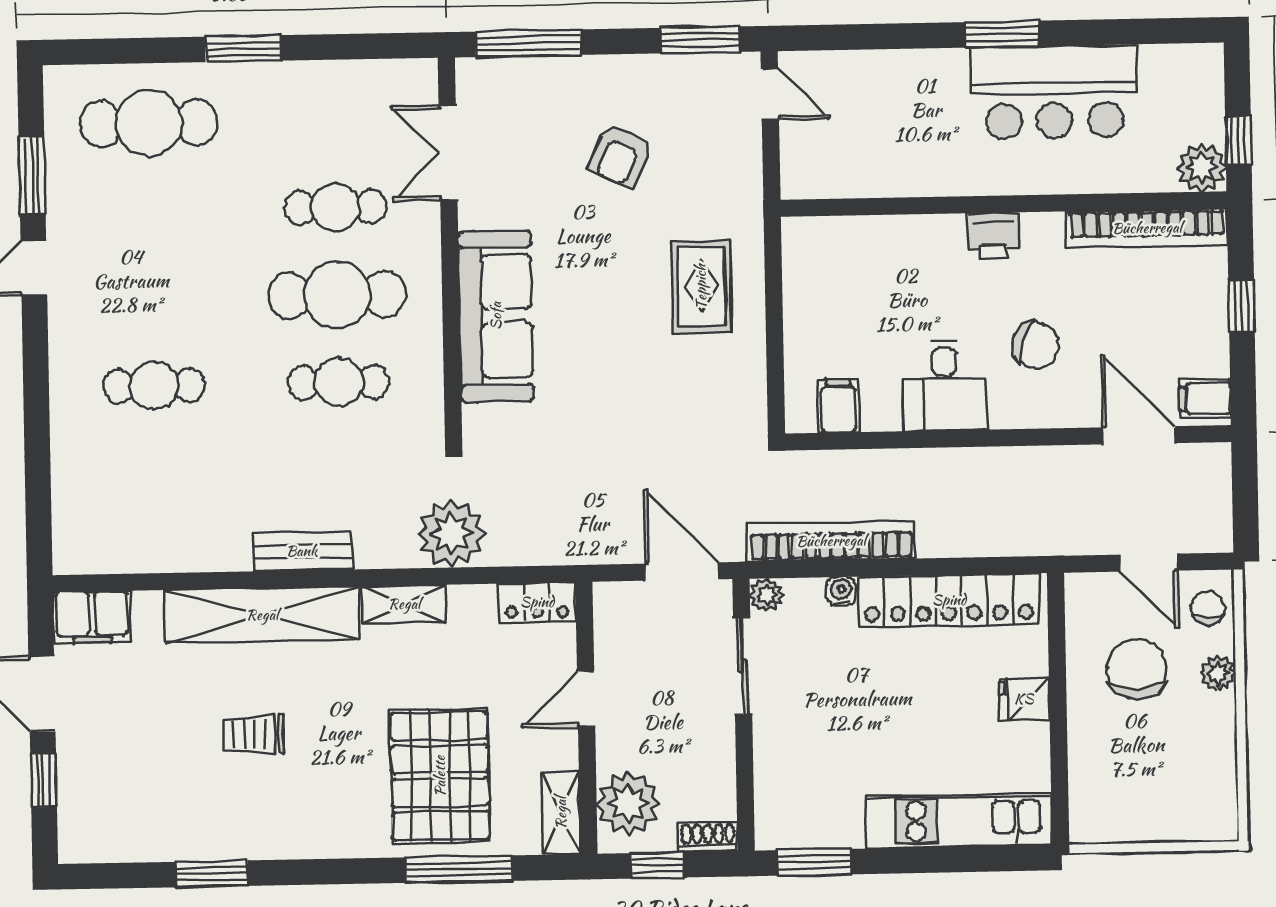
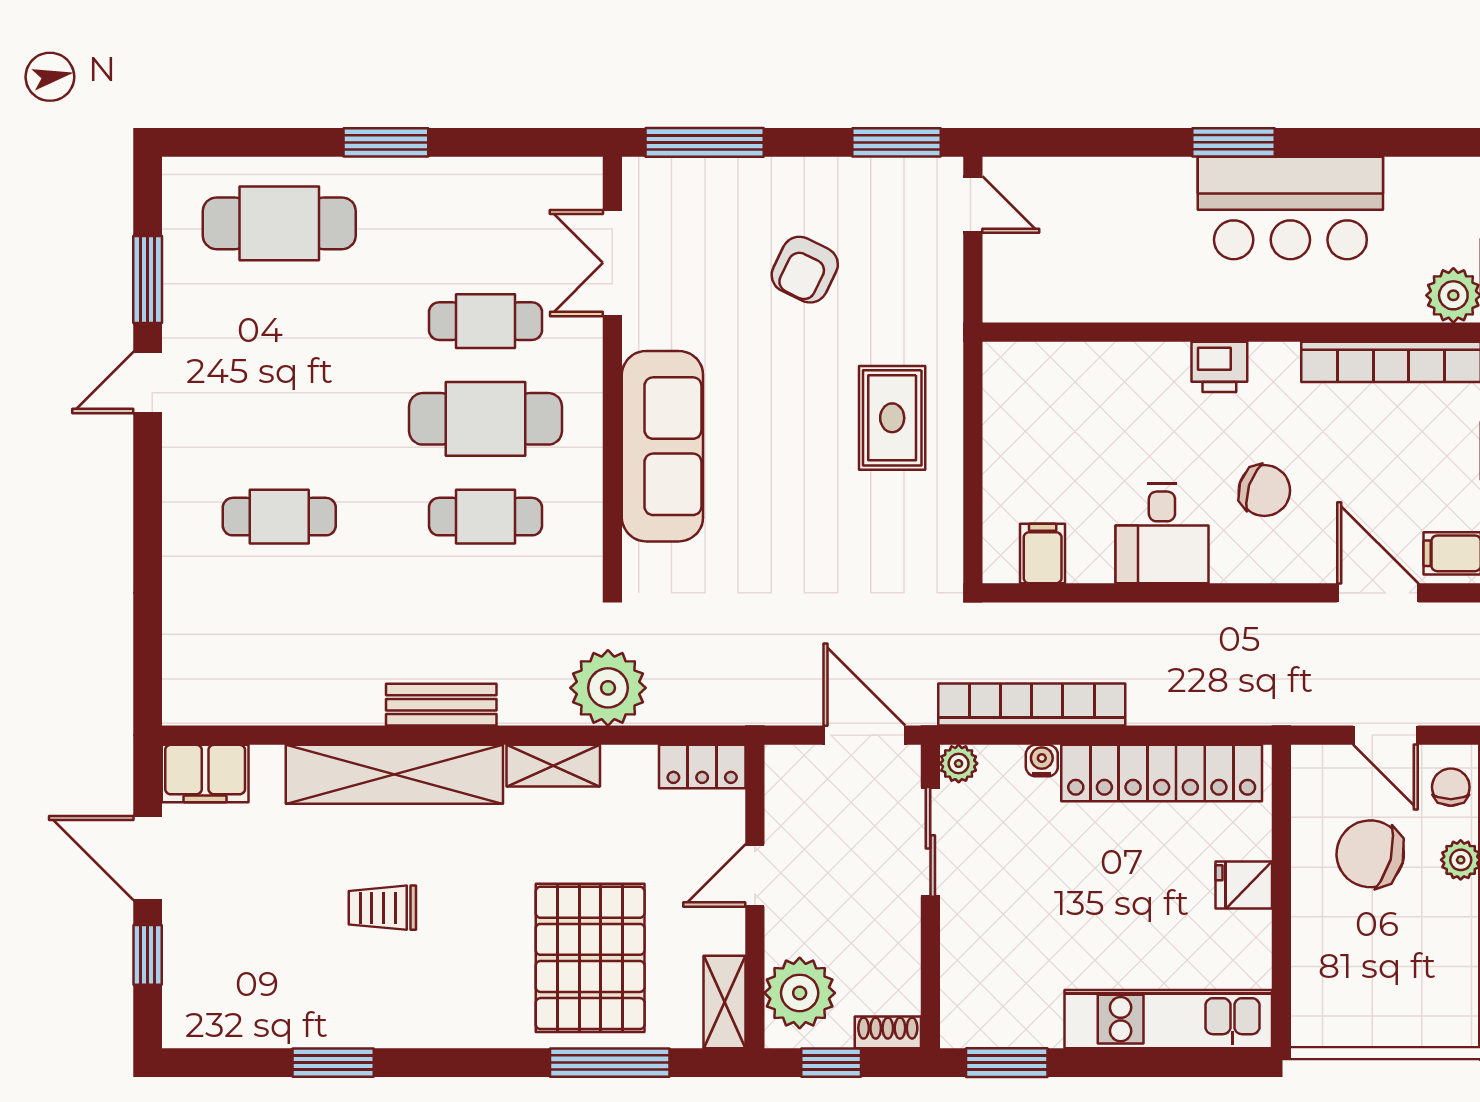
chair: (1137, 669) -> (1370, 854), turned -75

